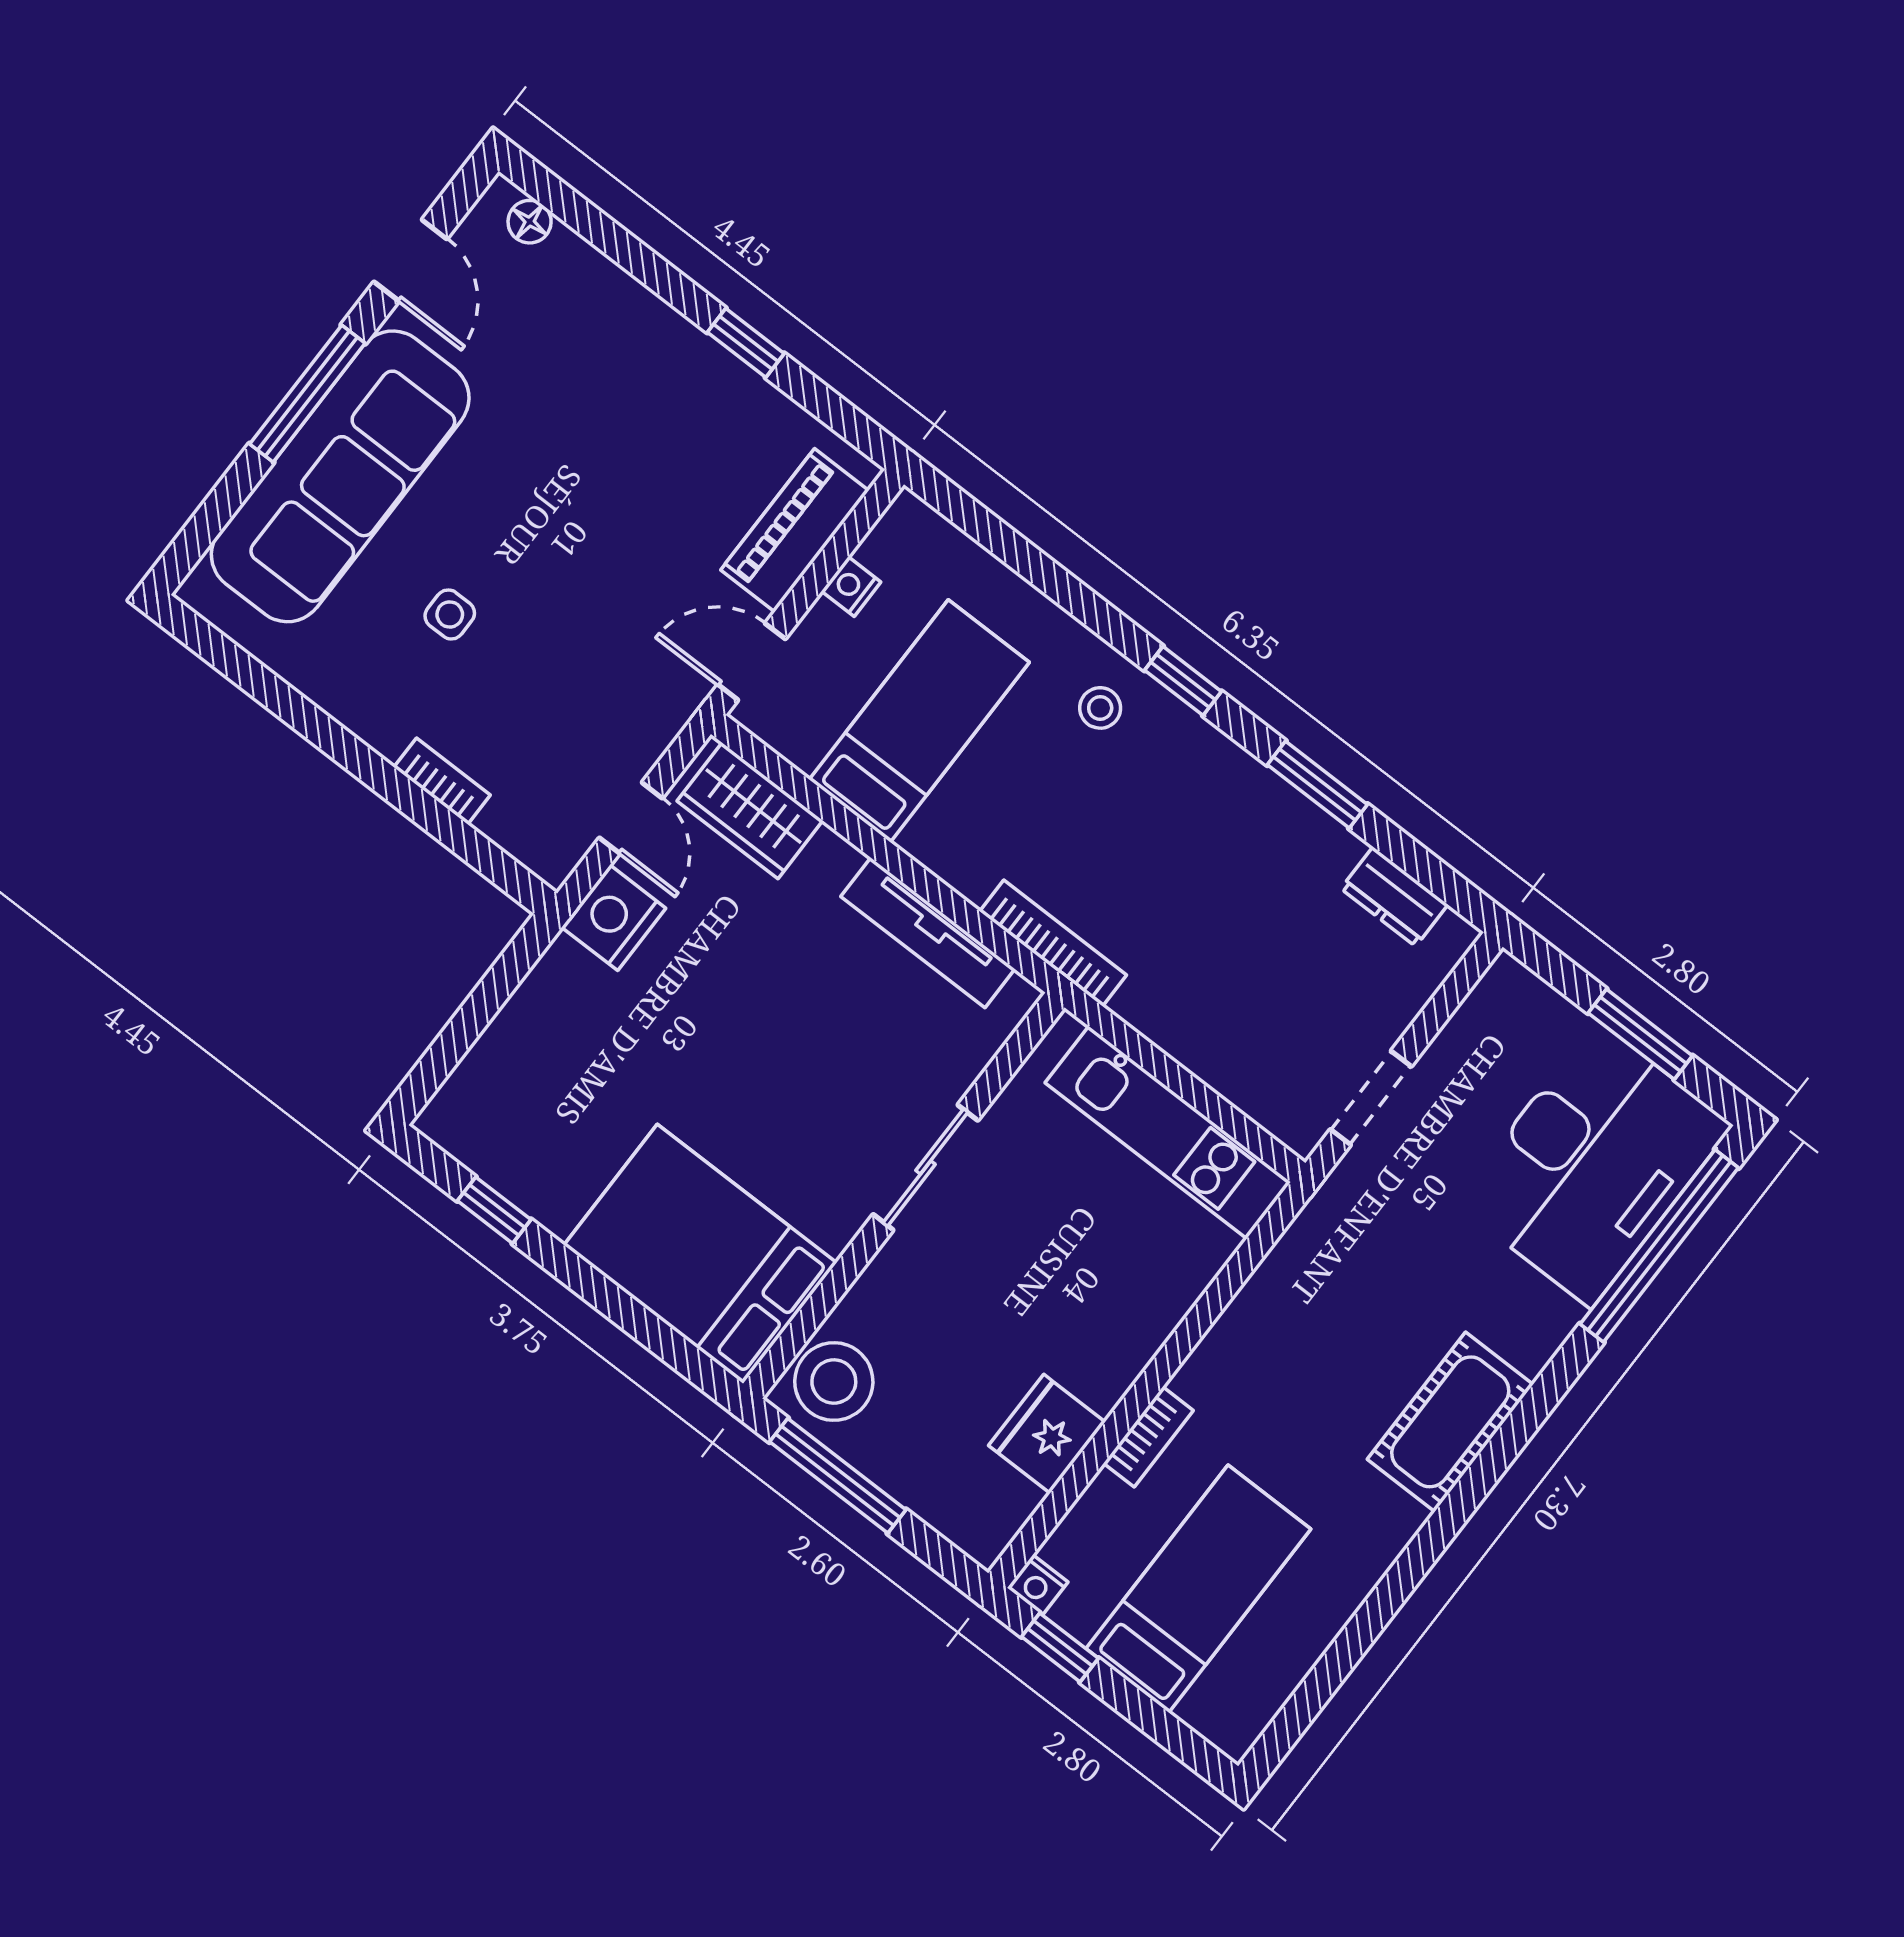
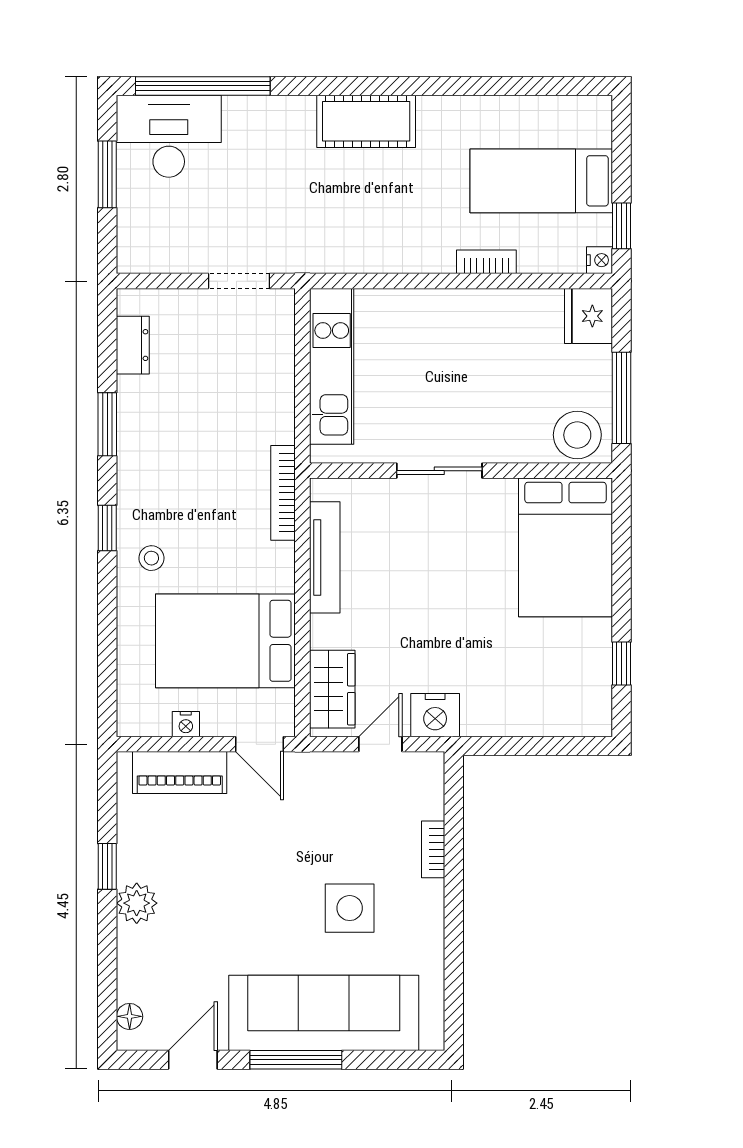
plant: (669, 344) -> (137, 903), added
side table: (450, 614) -> (350, 908), width x1.87, depth x1.87
bed: (919, 721) -> (225, 641), width x1.50
desk: (1593, 1164) -> (169, 136), width x0.73, depth x0.77
fridge: (1047, 1434) -> (589, 316), moved, turned 90

